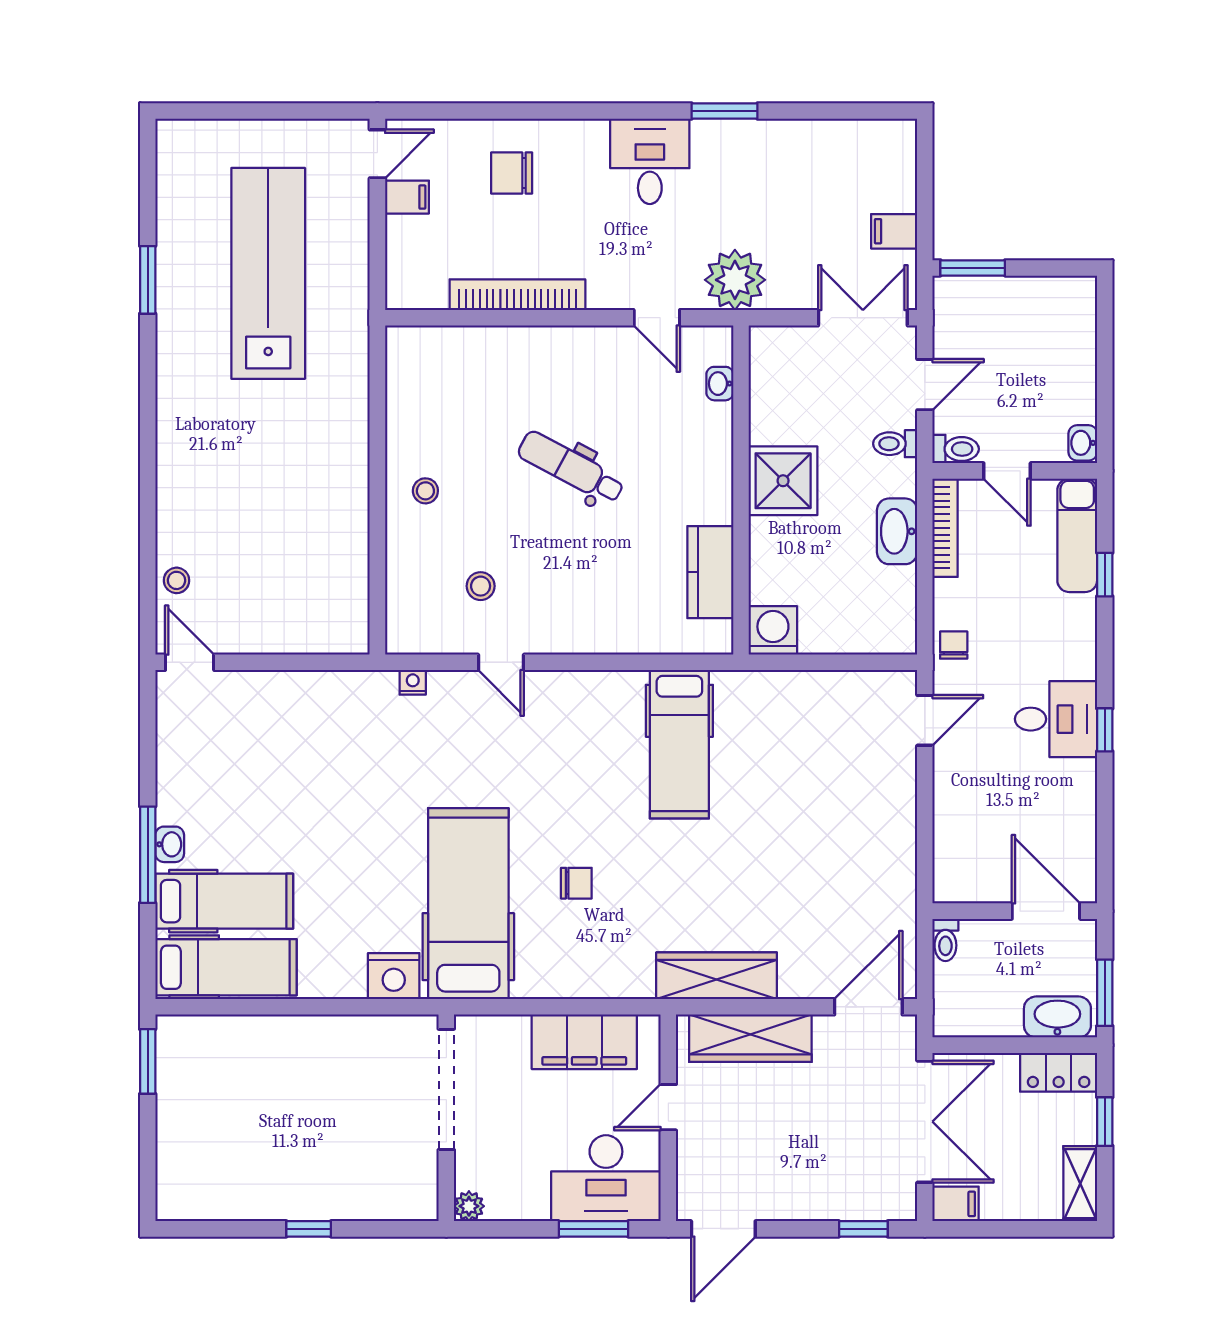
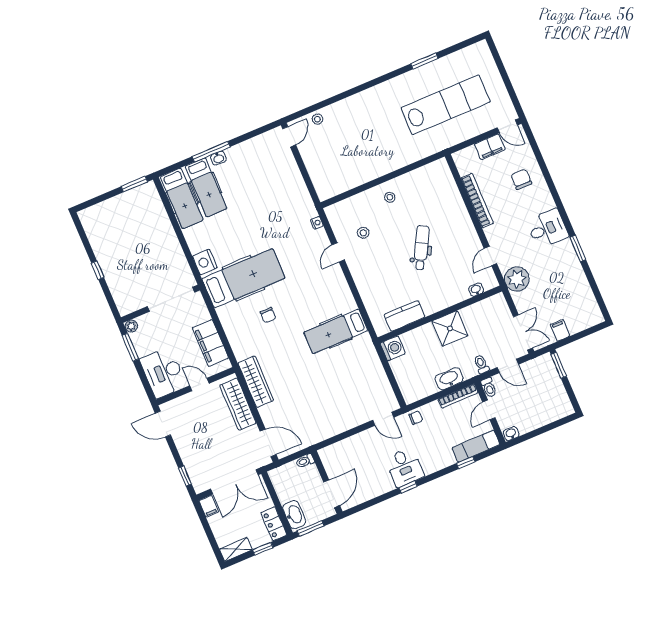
filing cabinet: (407, 197) -> (490, 147), width x2.00
window: (593, 1229) -> (130, 347), moved

